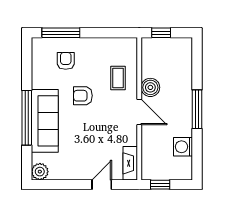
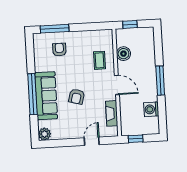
boiler: (150, 87) -> (123, 54), moved
armchair: (83, 96) -> (77, 97), moved, turned -75
fireplace: (130, 163) -> (112, 113), moved

